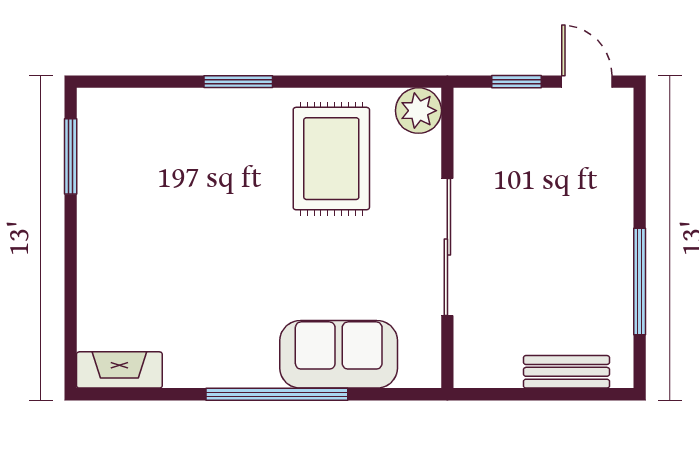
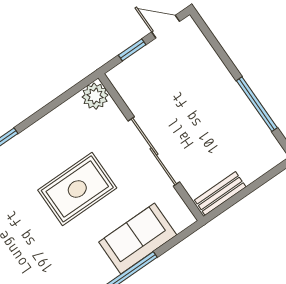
rug: (331, 159) -> (77, 189), moved, turned 90
bench: (566, 372) -> (220, 193), moved

